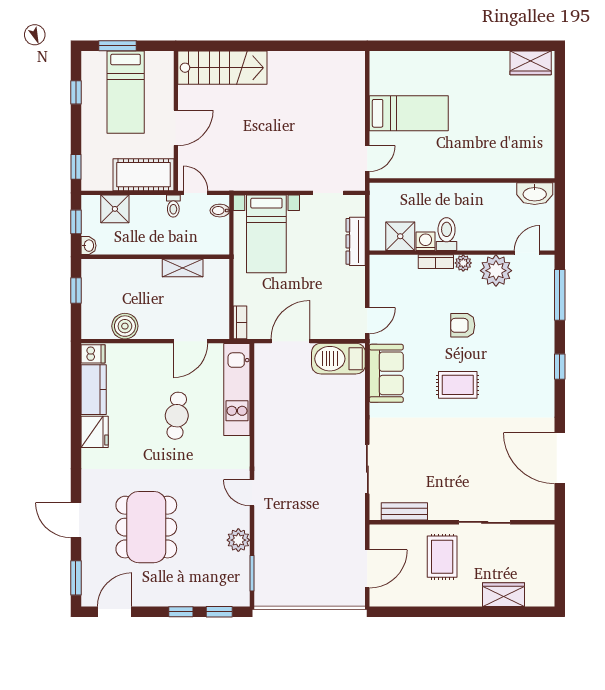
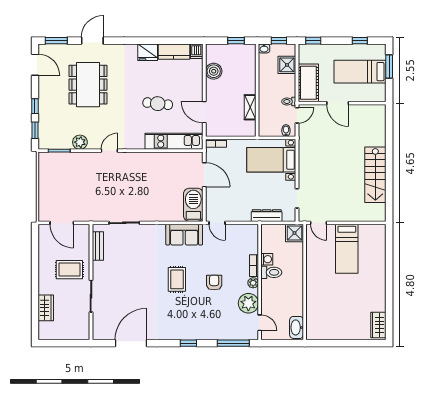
stairs: (222, 68) -> (375, 175), moved
shower: (400, 236) -> (294, 233), moved
dining table: (146, 527) -> (88, 85), turned 90

